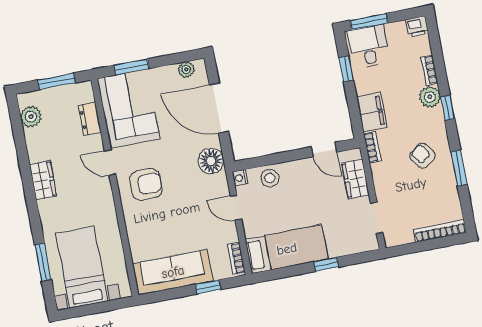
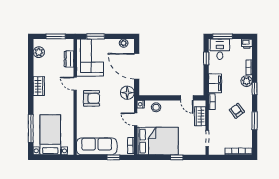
bed: (287, 249) -> (158, 141), width x1.50
window: (43, 262) -> (31, 128), width x1.44

